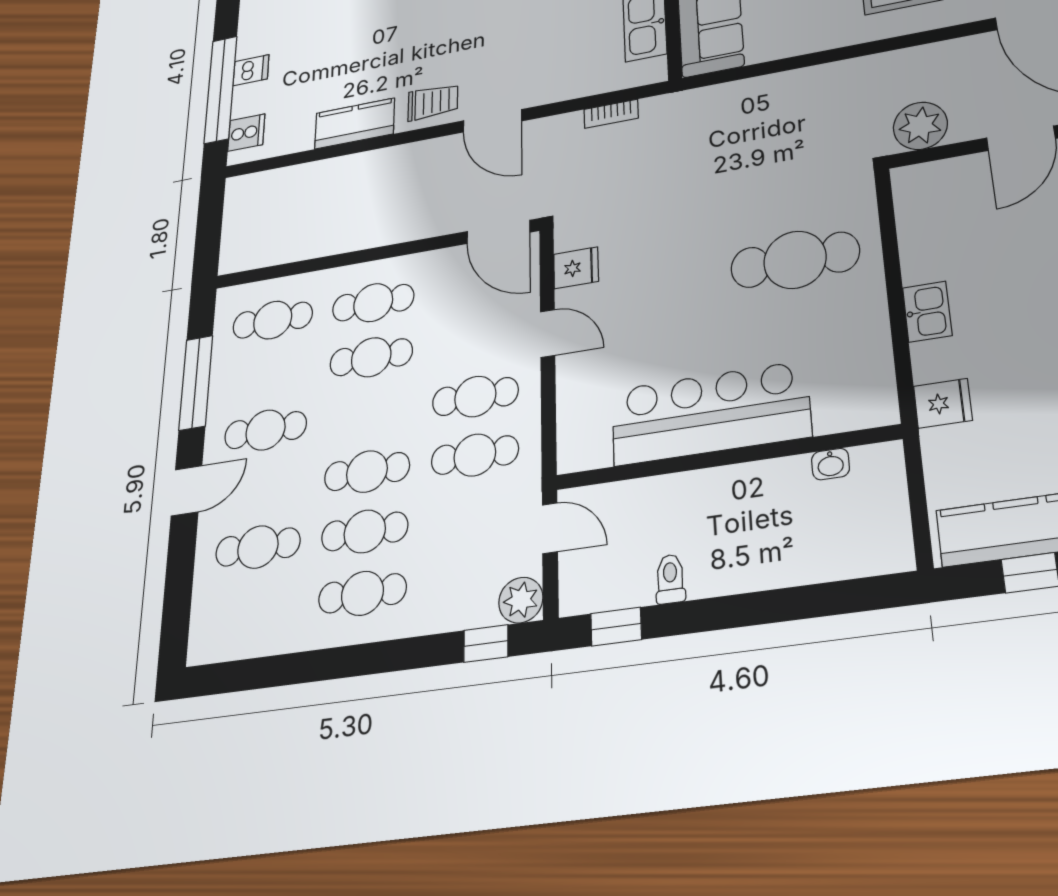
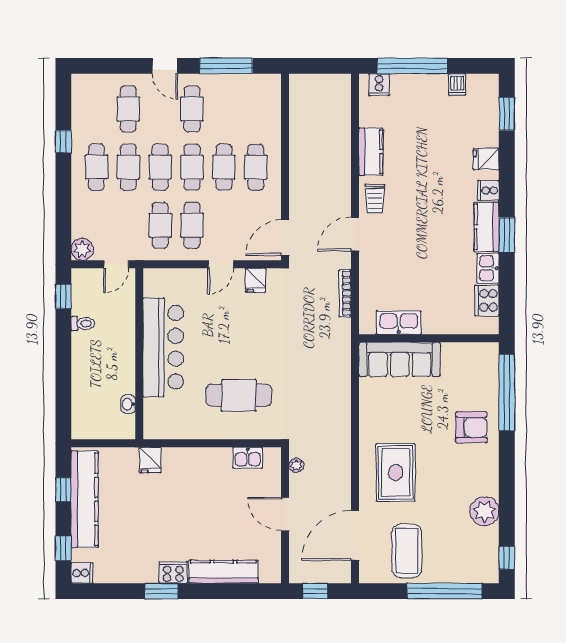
dishwasher: (251, 70) -> (457, 85), moved
bookcase: (611, 114) -> (345, 293), width x1.56
plant: (920, 126) -> (296, 465), width x0.53, depth x0.53
cafe table: (795, 260) -> (239, 395), turned 90
kitchen sink: (927, 312) -> (248, 458), moved
cafe table: (273, 320) -> (192, 167), moved
window: (486, 643) -> (63, 142), moved

